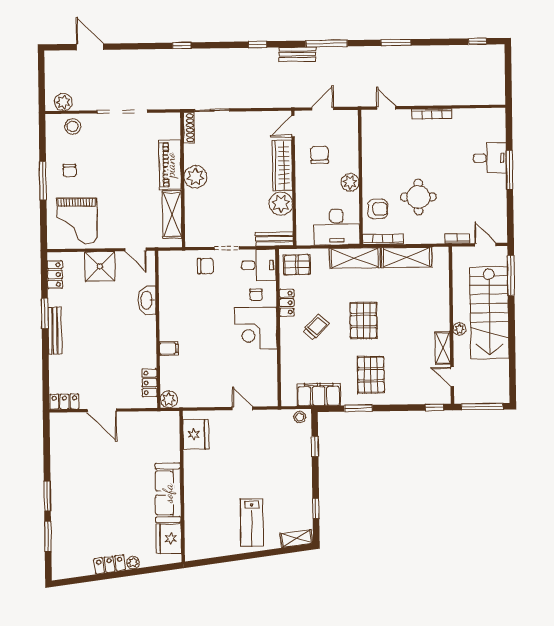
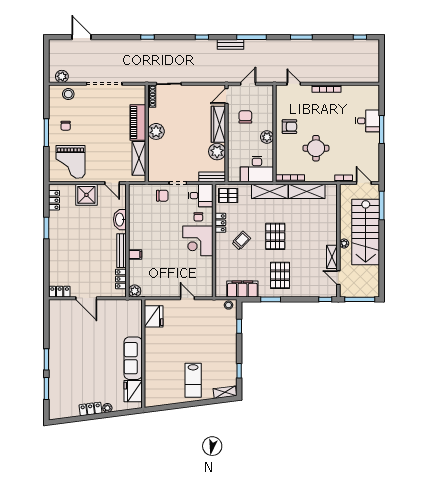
armchair: (378, 209) -> (289, 127), moved
bench: (55, 331) -> (122, 251), moved

